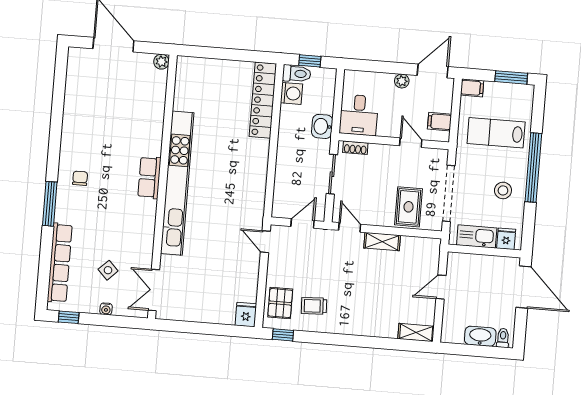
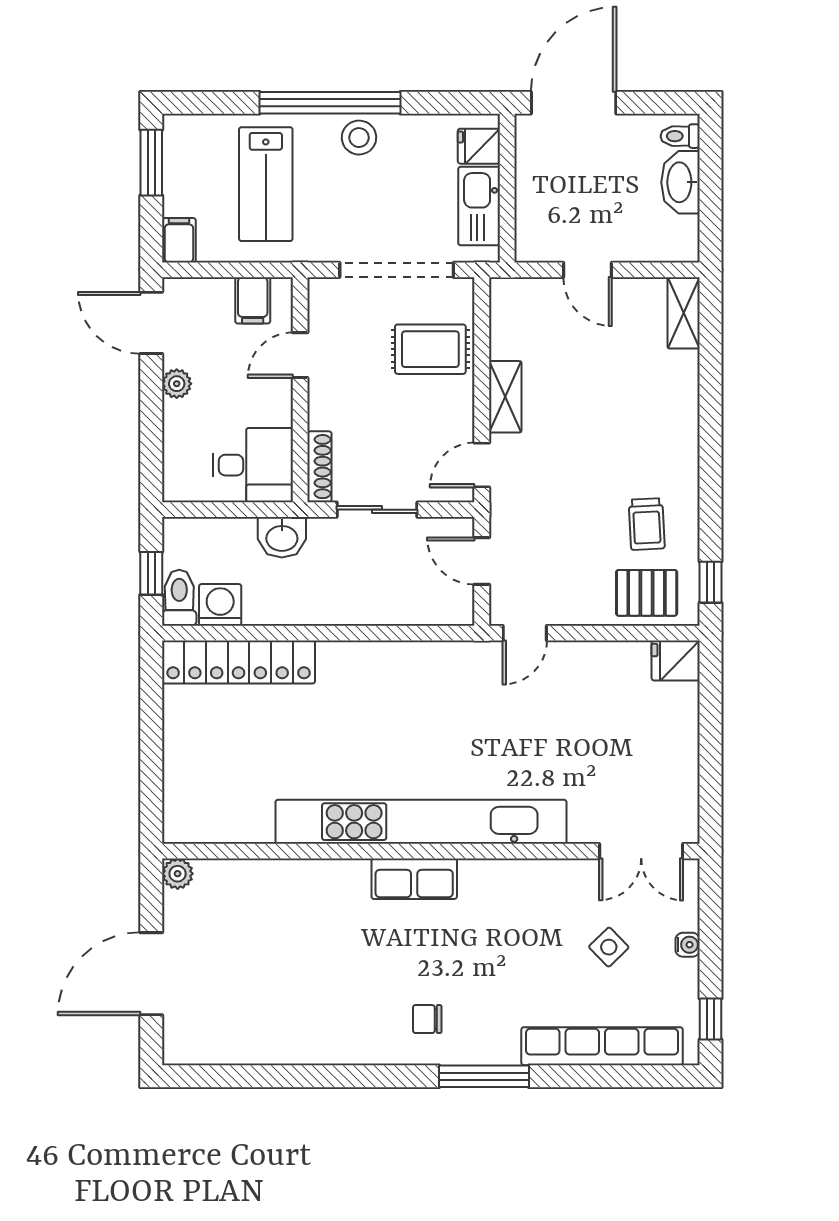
shoe rack: (355, 148) -> (319, 467), width x1.43
stool: (503, 190) -> (359, 138), moved

